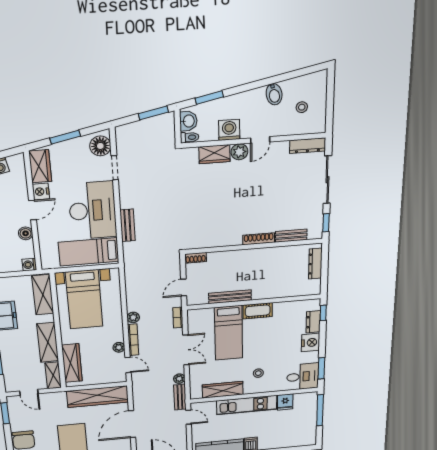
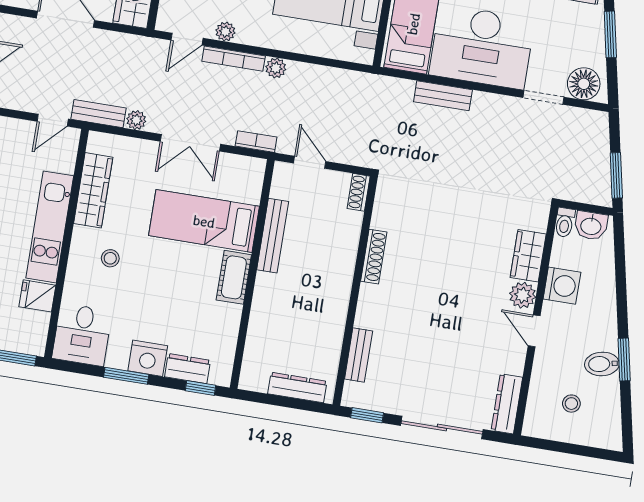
window: (209, 98) -> (624, 360), moved
shoe rack: (259, 239) -> (374, 257), moved
window: (321, 368) -> (126, 376), moved

